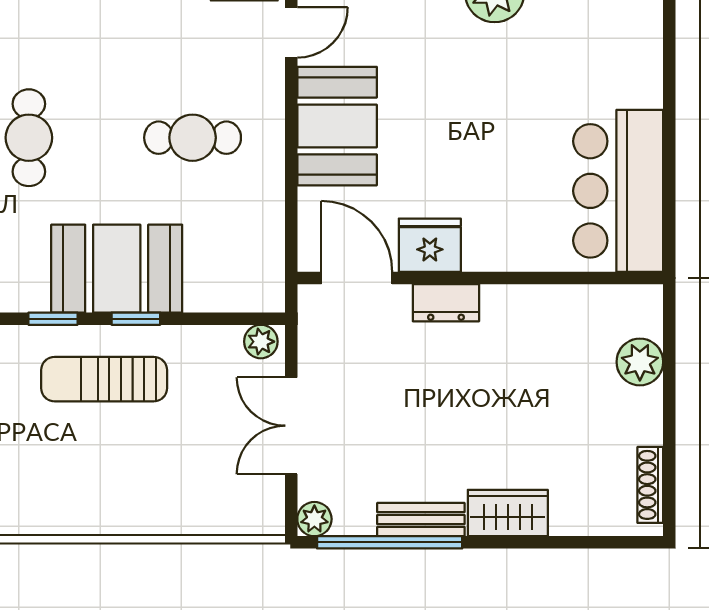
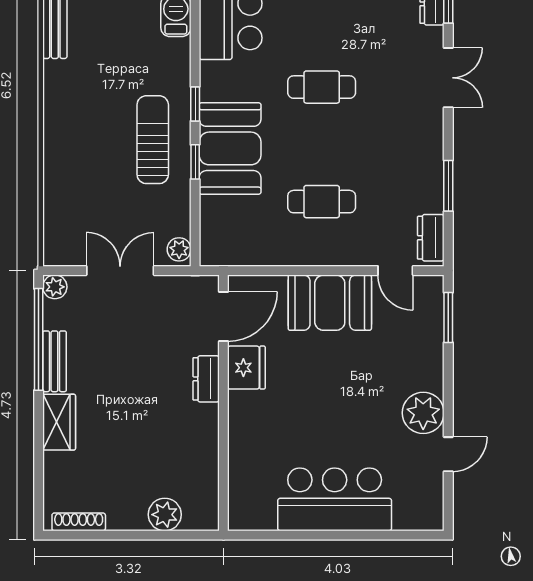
cafe table: (193, 138) -> (322, 202), turned 90
bar counter: (618, 191) -> (335, 499), moved

